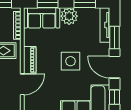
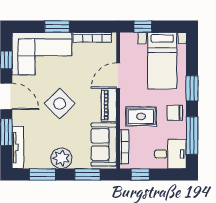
sofa: (42, 18) -> (104, 145), moved, turned -90
side table: (70, 61) -> (60, 104), turned 45

